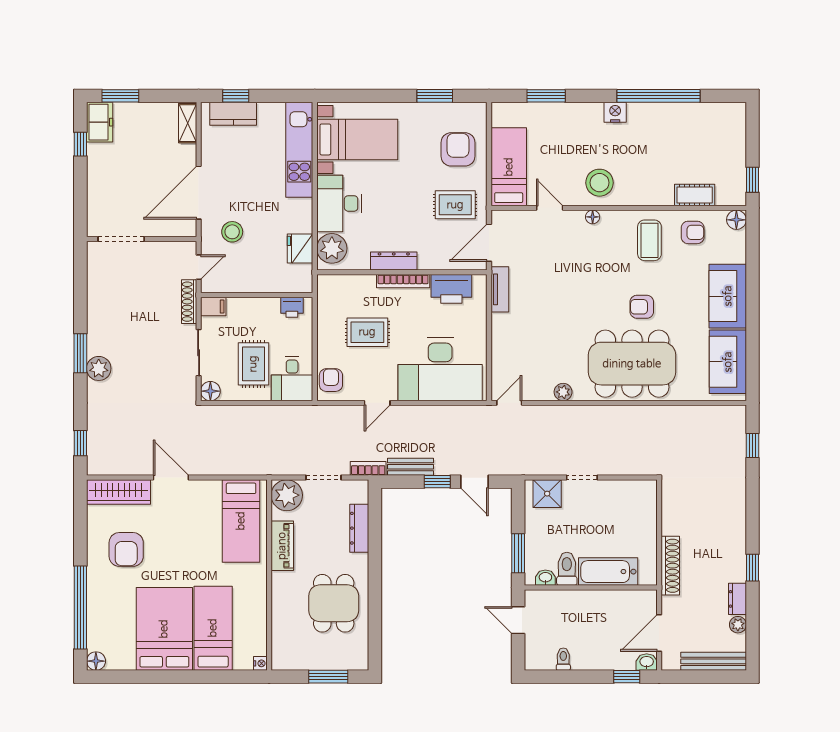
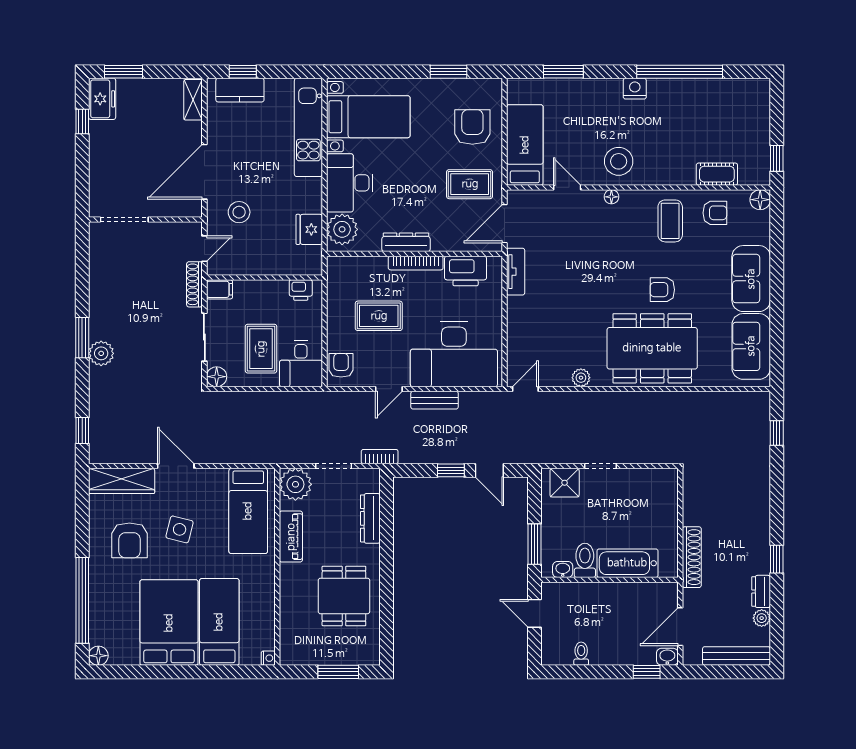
bench: (411, 467) -> (435, 400), moved
side table: (175, 539) -> (180, 529), added

